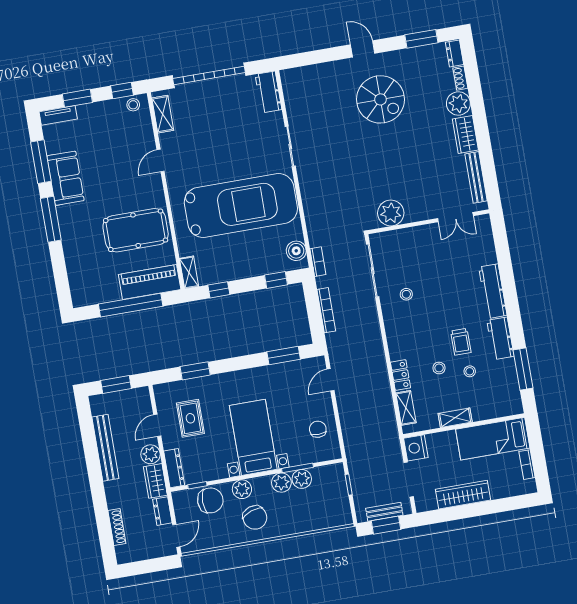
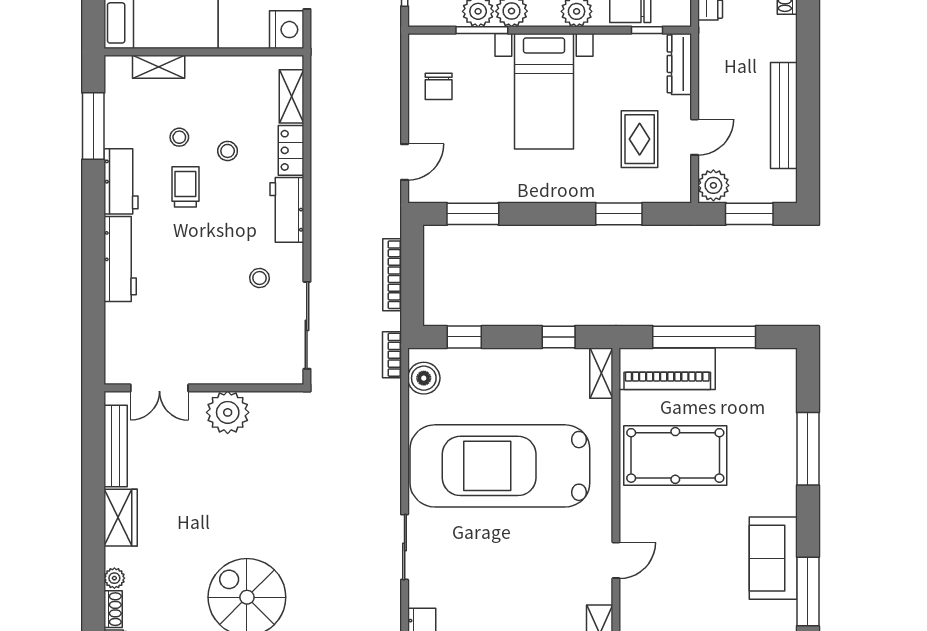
plant: (458, 103) -> (114, 578), width x0.53, depth x0.53
plant: (391, 213) -> (228, 412), moved
double door: (455, 217) -> (159, 388), swing flipped
window: (51, 219) -> (808, 449), moved
workbench: (397, 338) -> (287, 210), added
shelving: (455, 418) -> (159, 67), moved
plant: (150, 454) -> (713, 185), moved
wardrobe: (155, 481) -> (713, 49), removed

